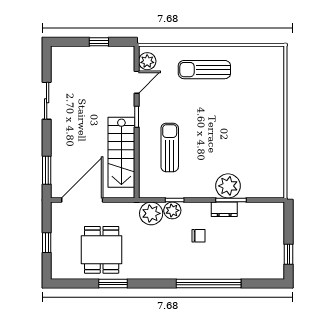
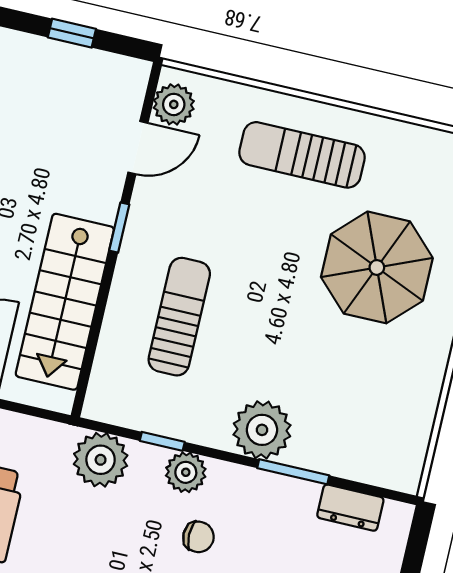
parasol: (246, 109) -> (377, 267), added
plant: (228, 186) -> (262, 430), moved
dresser: (224, 209) -> (350, 508), moved
plant: (172, 210) -> (186, 472), moved

